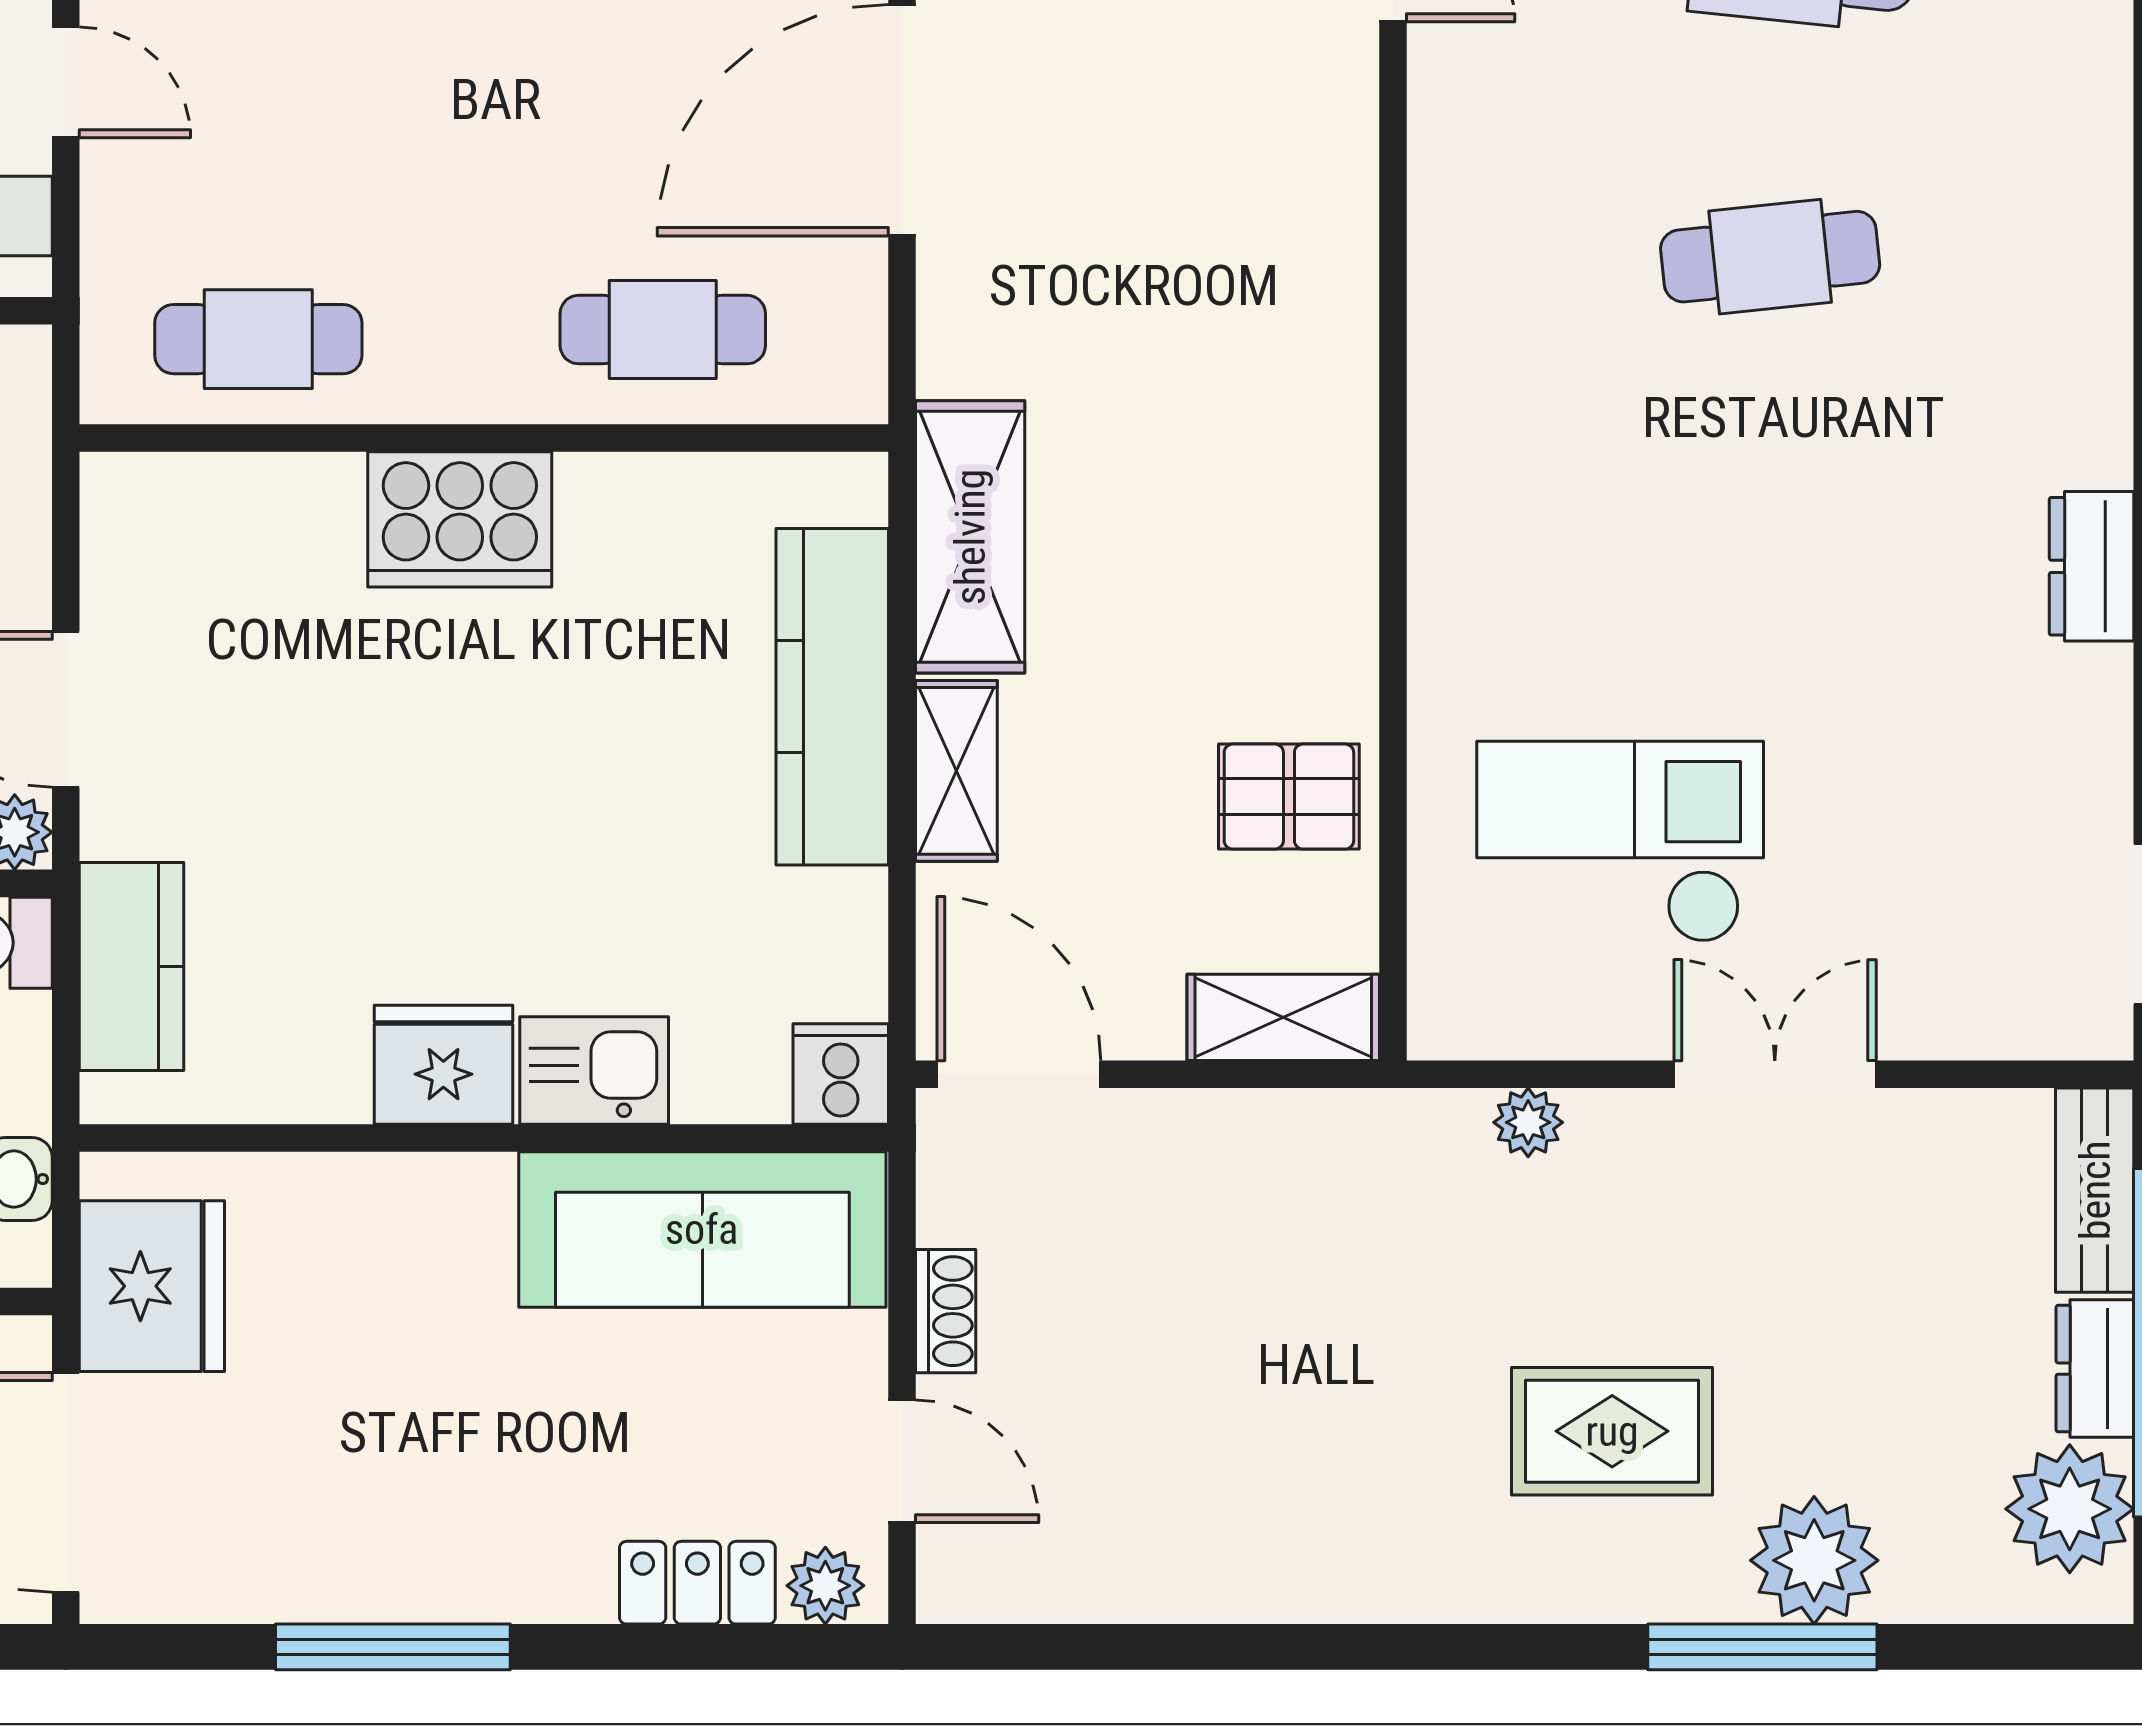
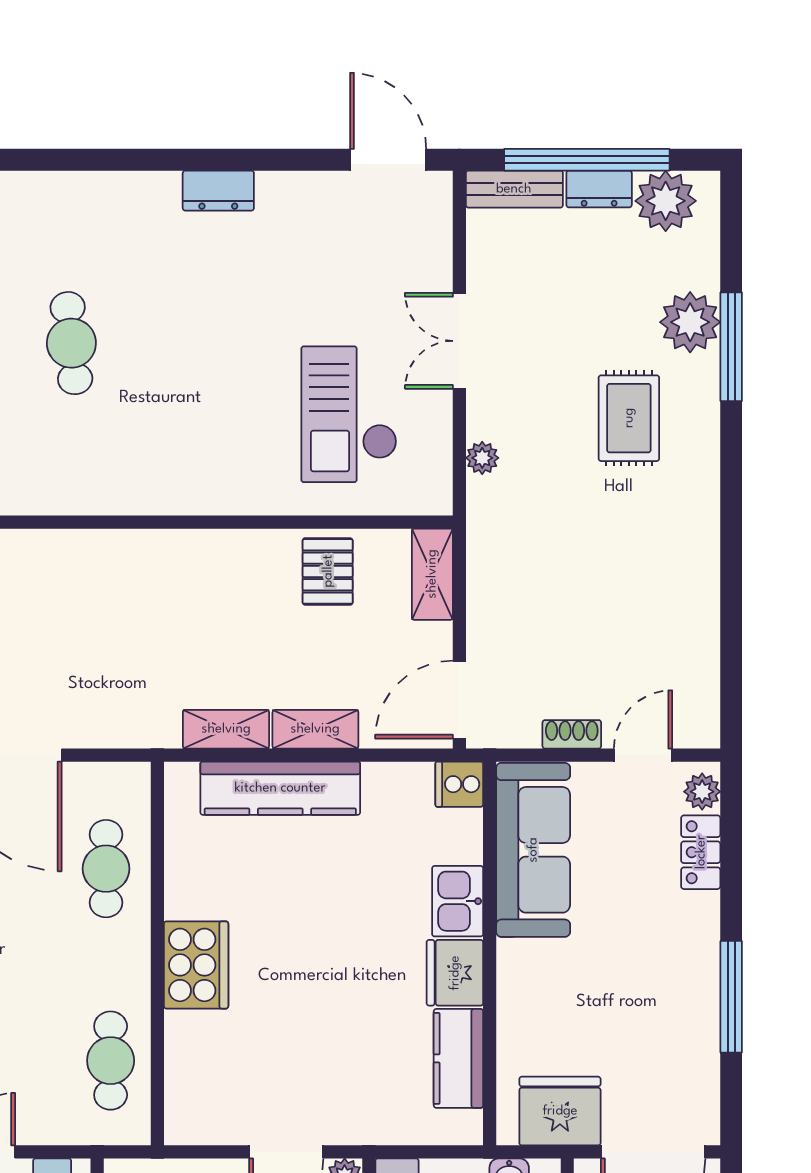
shelving: (970, 537) -> (226, 729), width x0.67, depth x0.75
kitchen counter: (132, 967) -> (458, 1058), moved, turned -90

